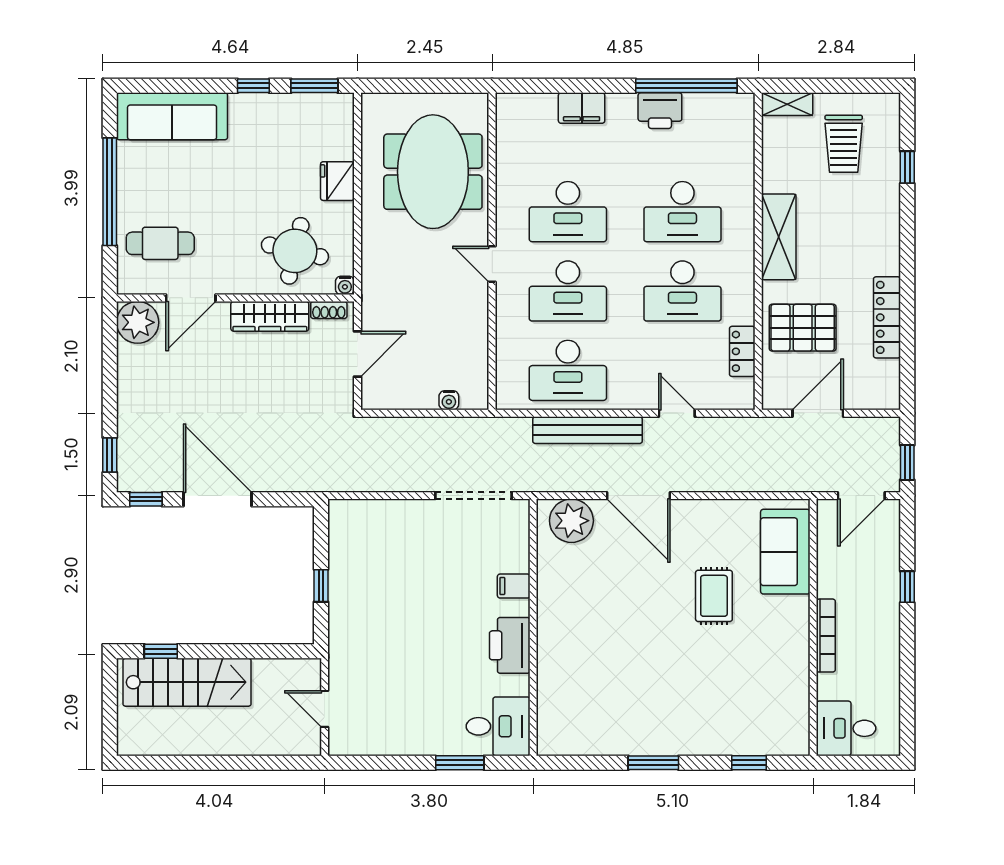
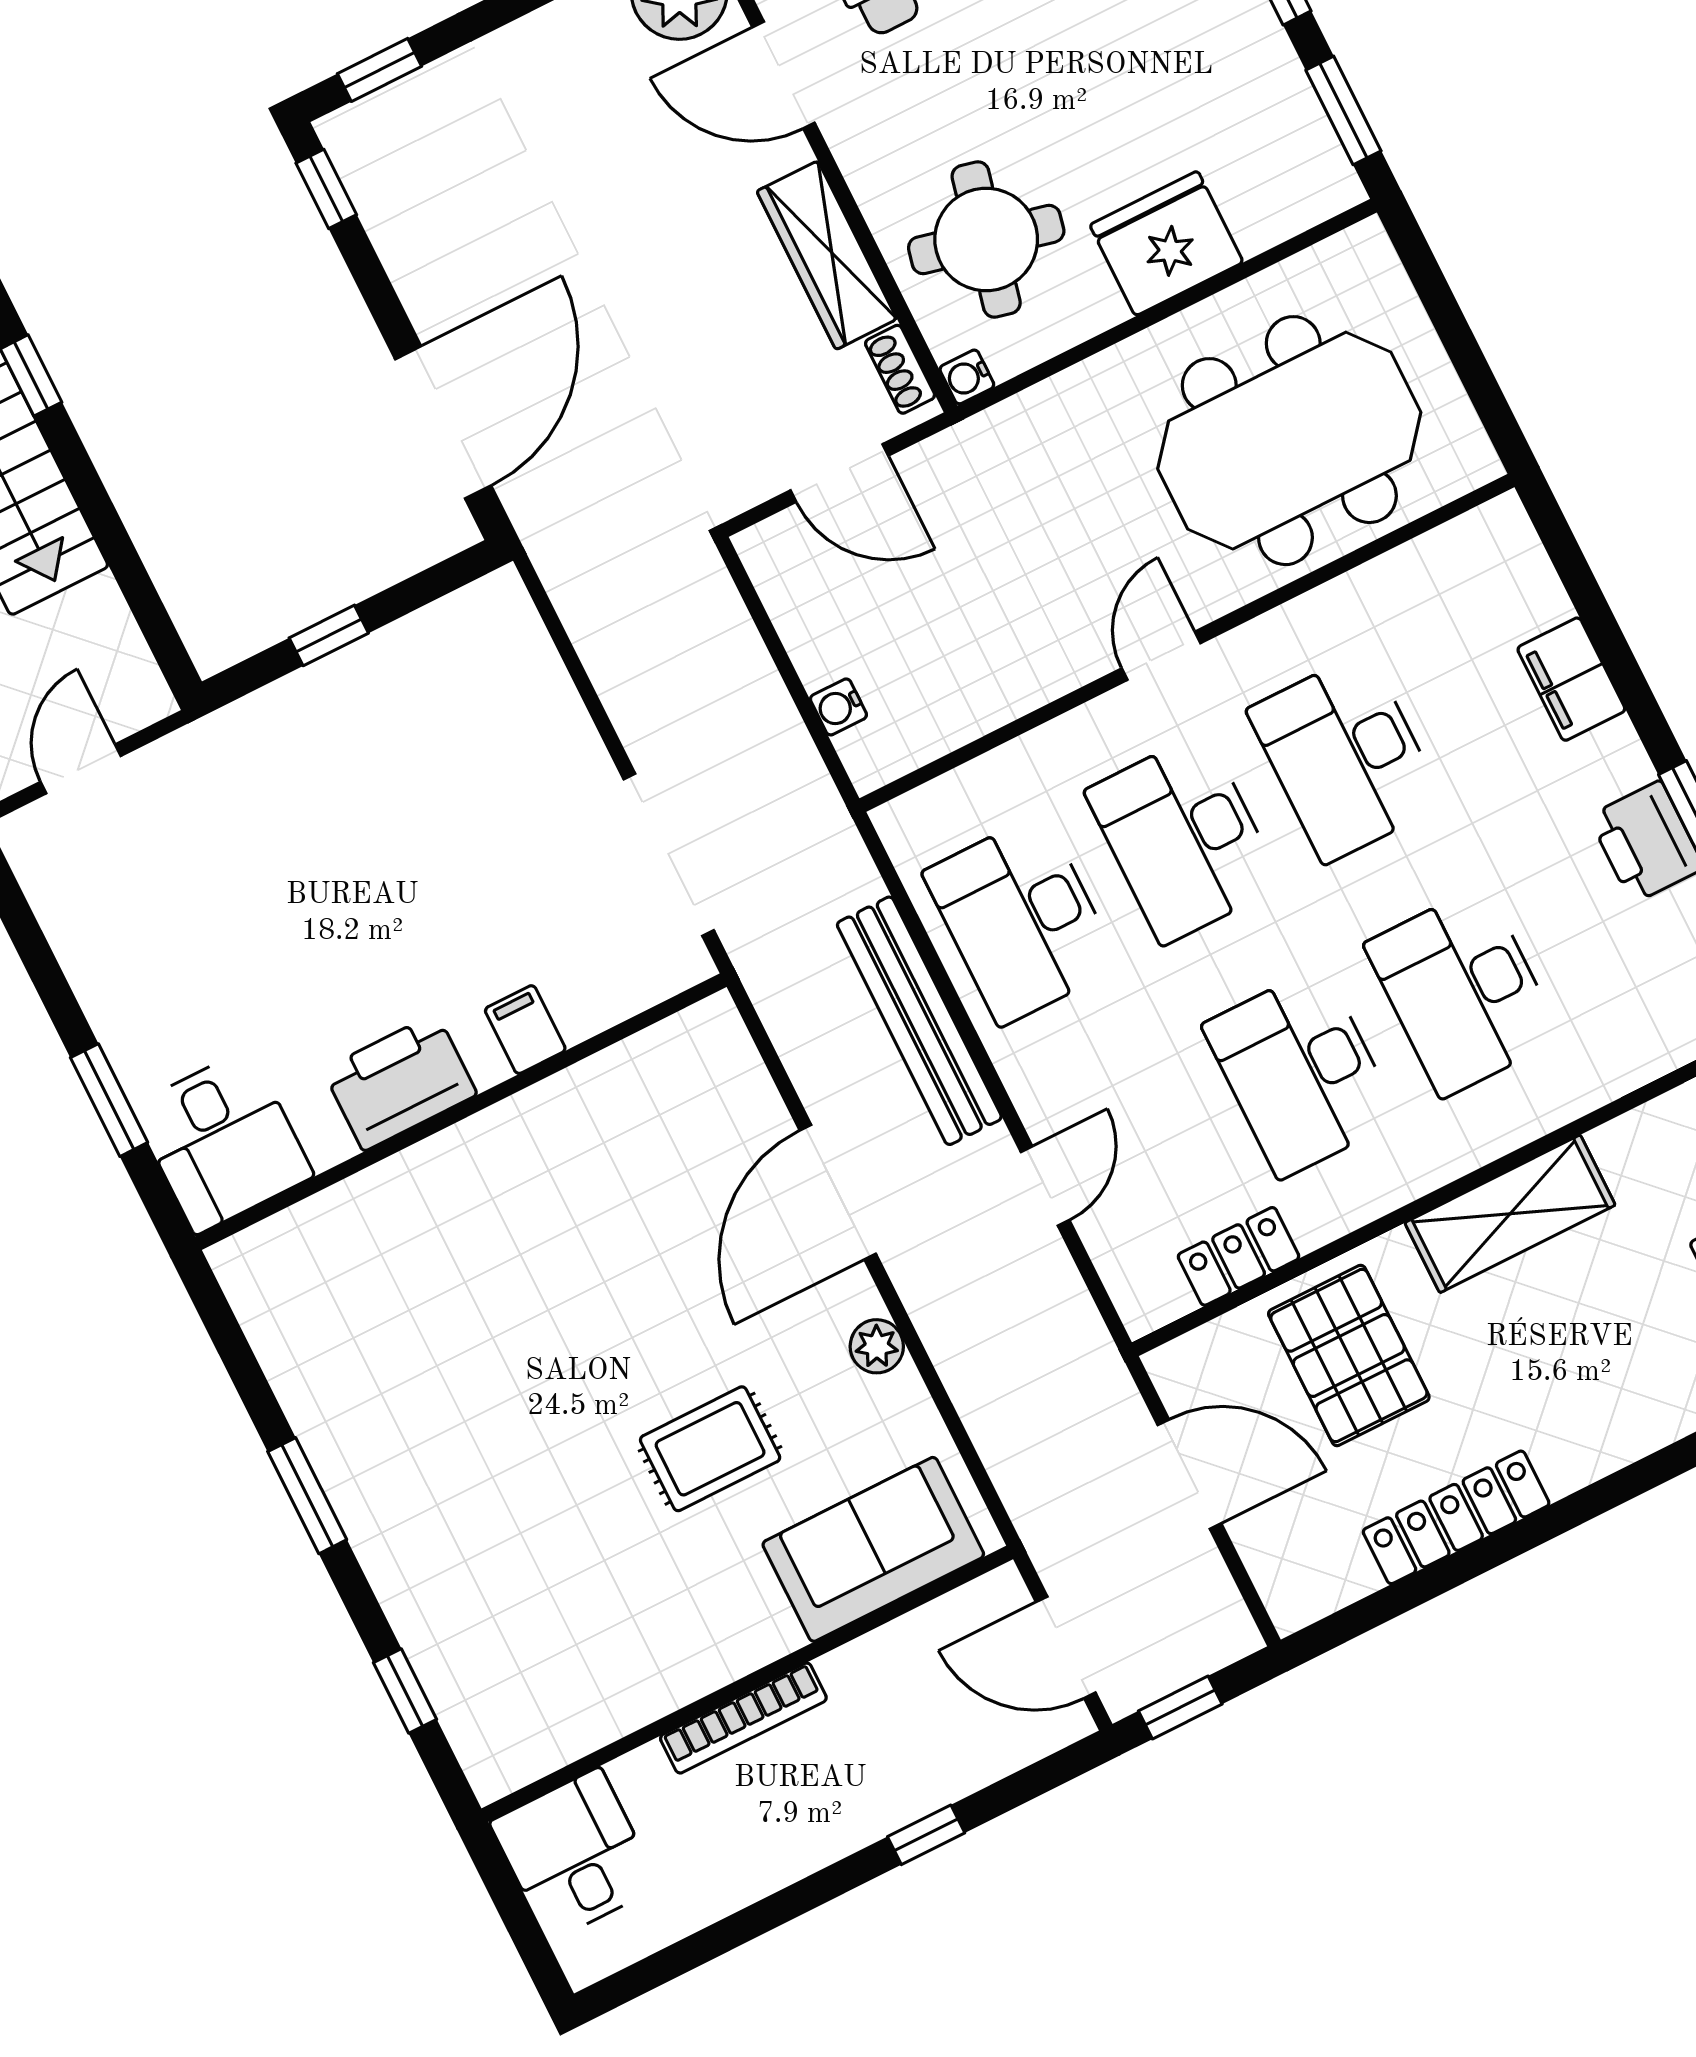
fridge: (337, 181) -> (1166, 243), width x1.36, depth x1.34
door: (217, 499) -> (443, 422), moved
plant: (571, 521) -> (877, 1346), moved, width x0.53, depth x0.53

